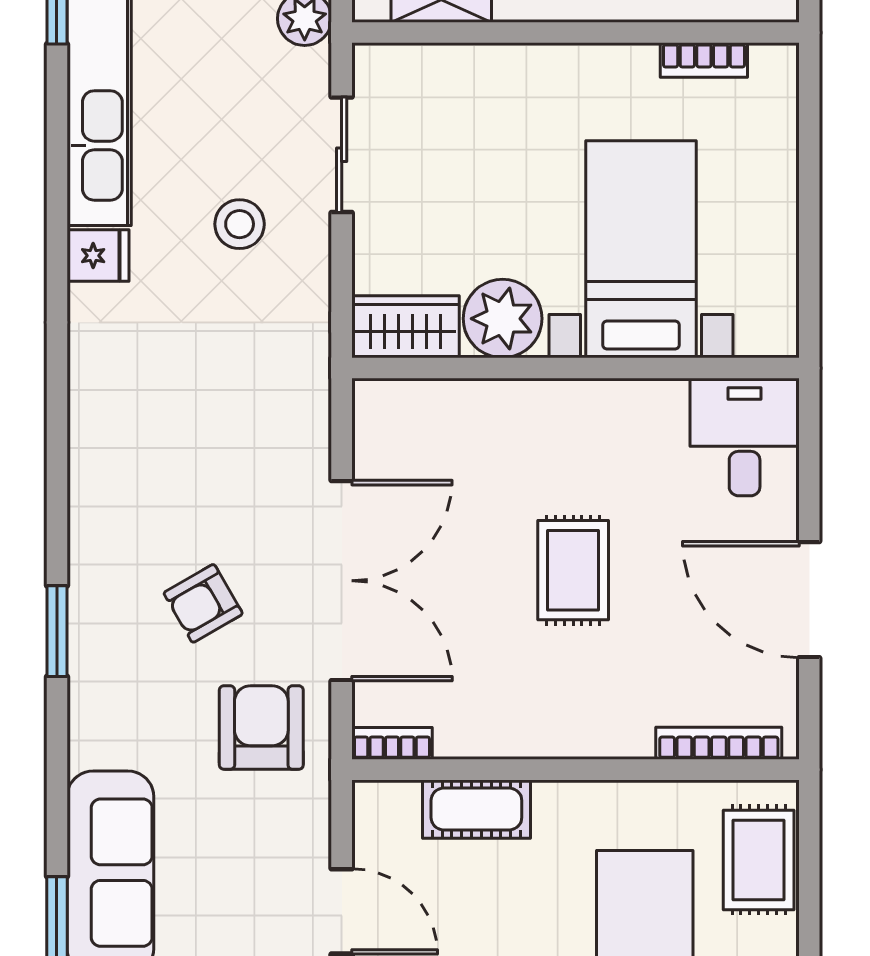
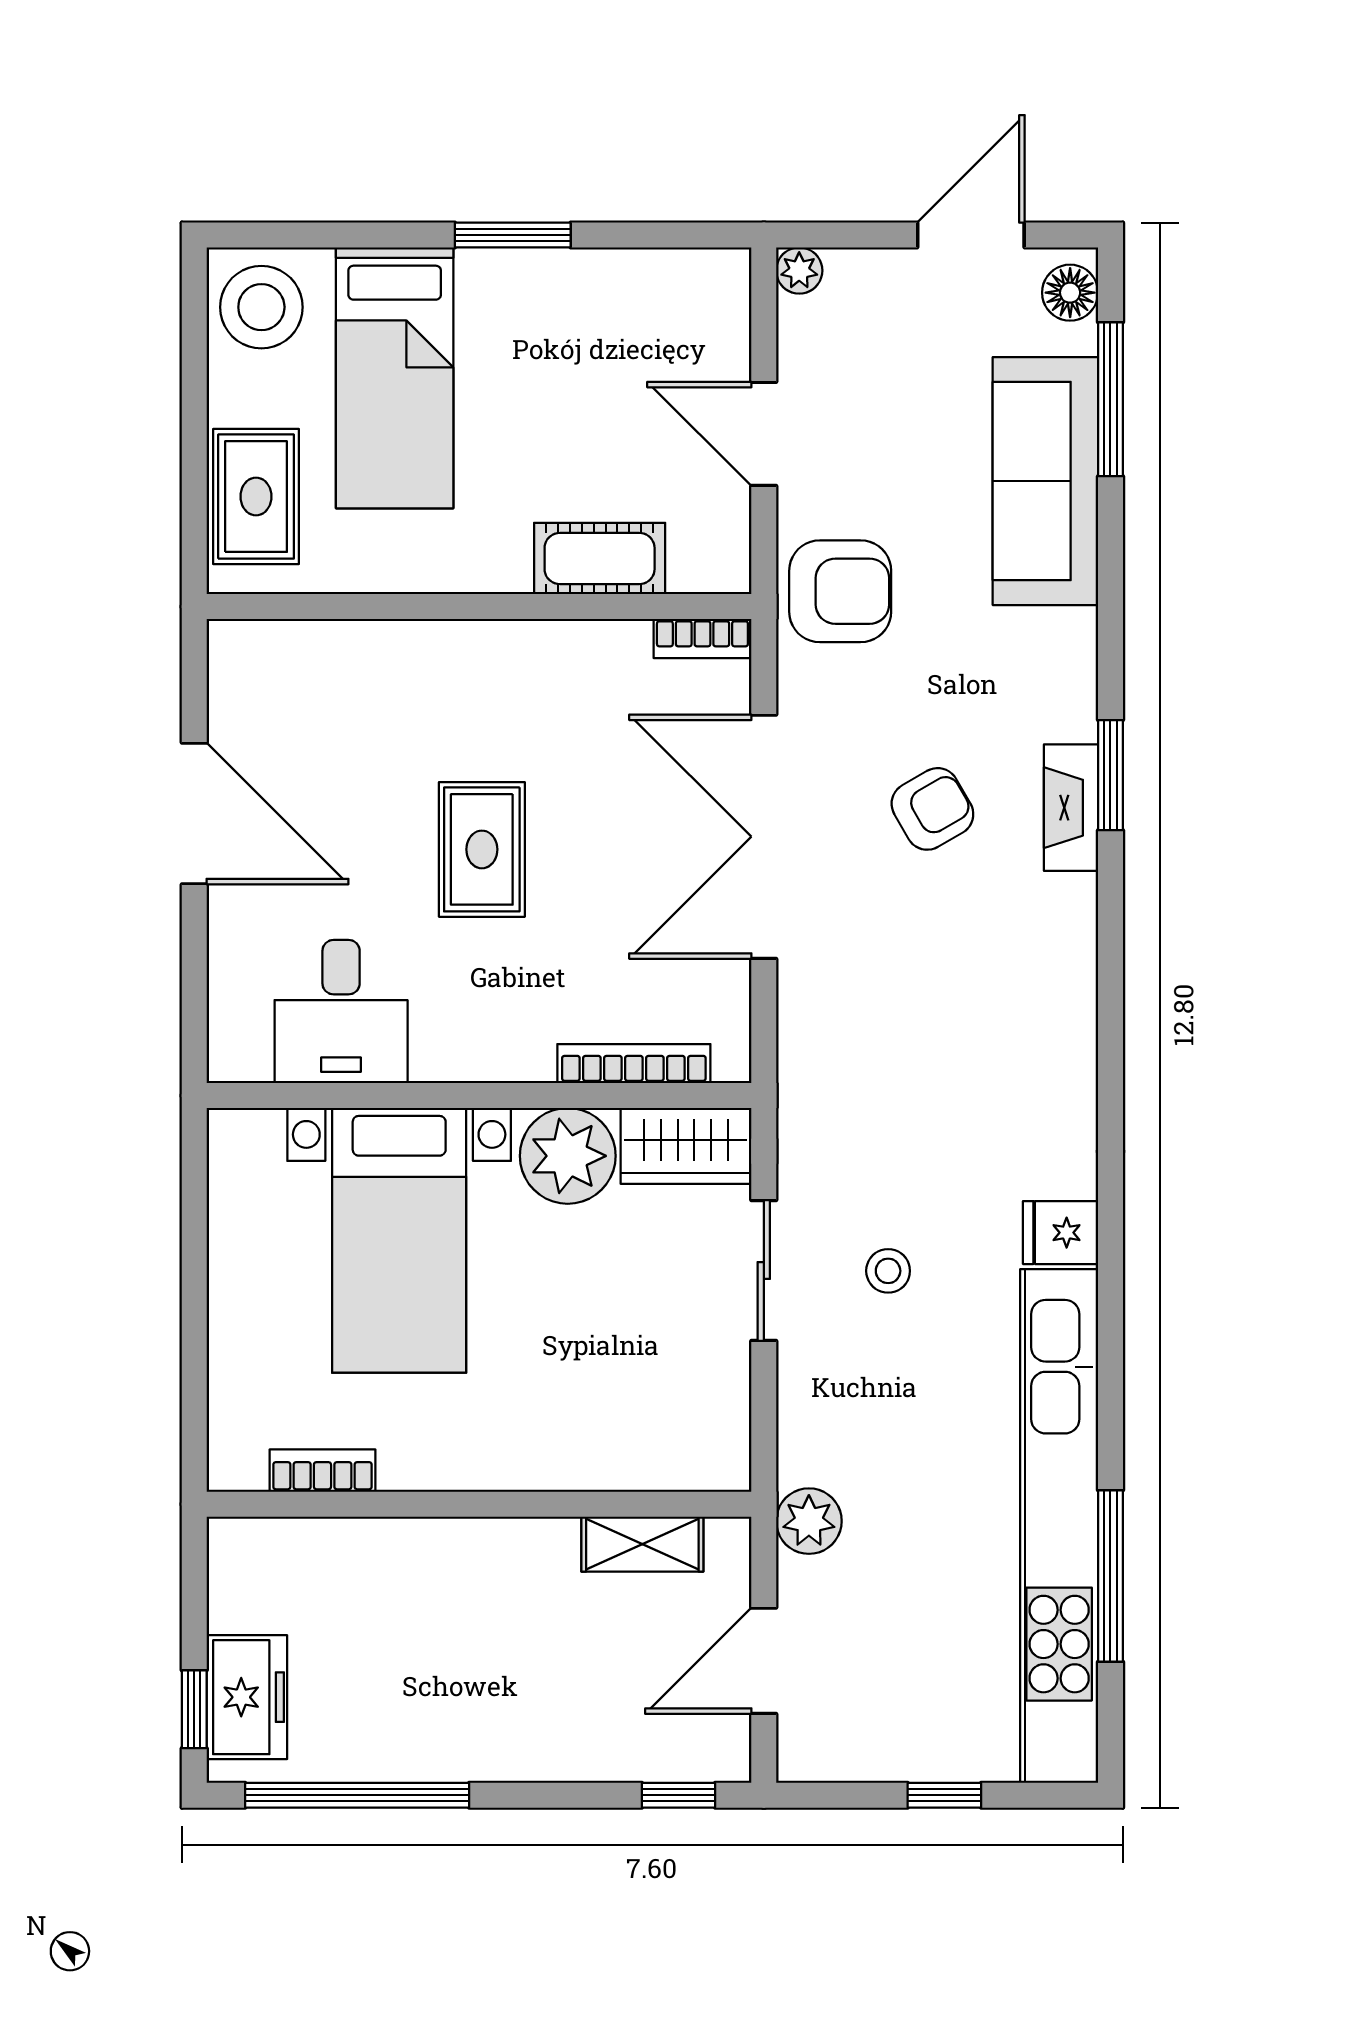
sliding door: (342, 155) -> (764, 1270), moved
stool: (240, 224) -> (888, 1271), width x0.73, depth x0.73
desk: (745, 437) -> (341, 1012), moved
fireplace: (89, 604) -> (1071, 808), added
armchair: (261, 728) -> (840, 591), moved, turned -90
bookcase: (719, 743) -> (634, 1064), moved, turned 180

